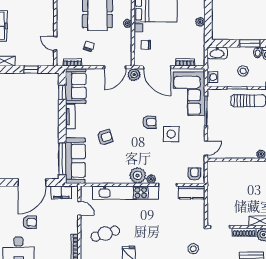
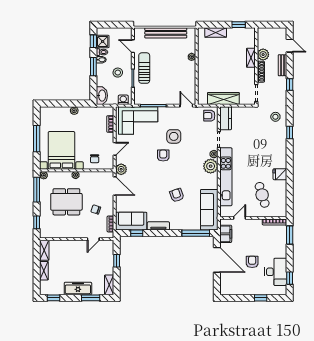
door: (157, 67) -> (115, 149), width x0.53
sofa: (75, 161) -> (209, 210), moved, turned -90
wardrobe: (214, 190) -> (223, 98), added

